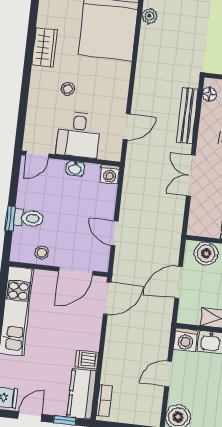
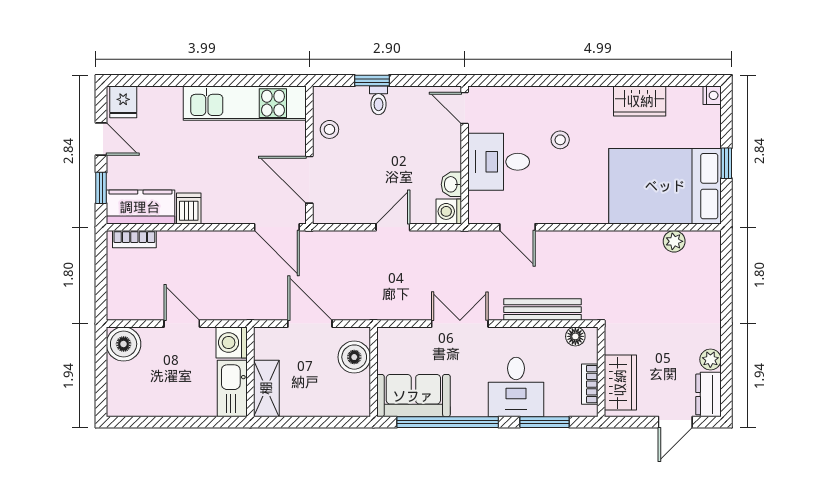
wardrobe: (45, 47) -> (640, 101), moved
washbasin: (75, 168) -> (451, 184), moved
toilet: (29, 218) -> (379, 100), width x0.73, depth x0.72
door: (115, 233) -> (393, 227), moved

